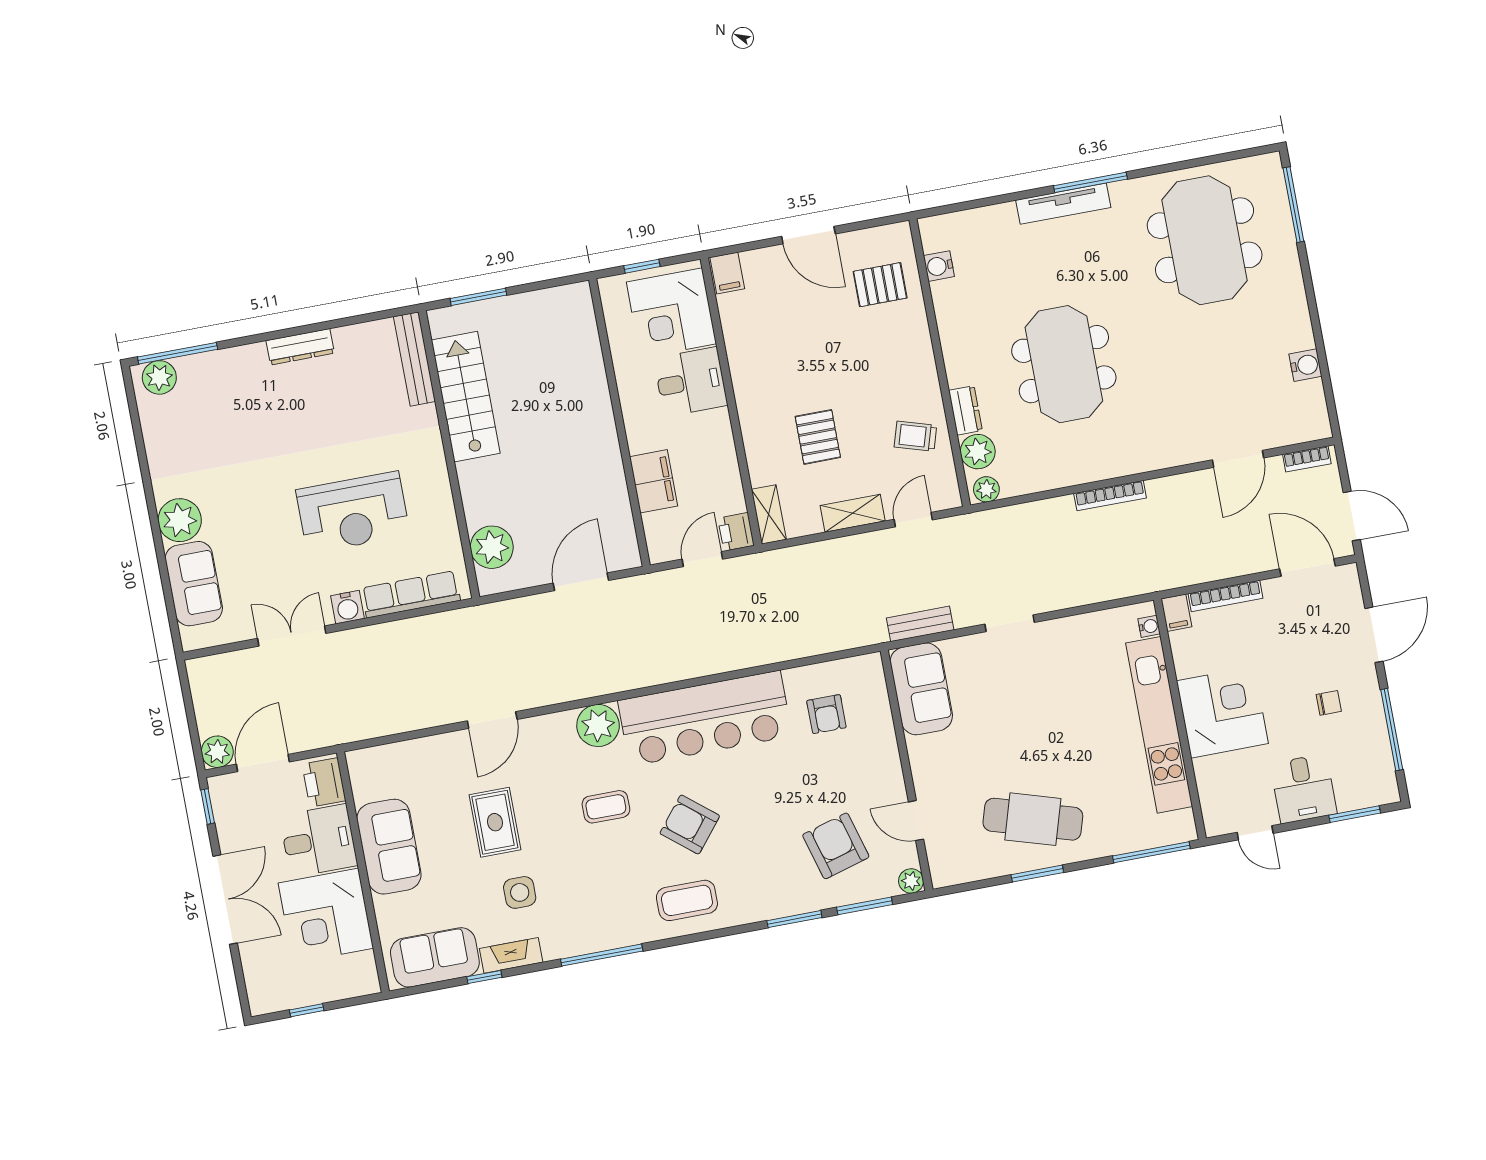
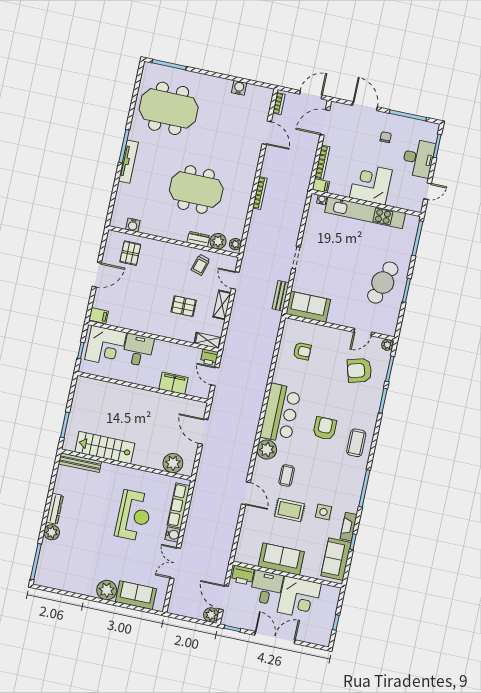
plant: (159, 377) -> (52, 532), moved
bar counter: (705, 718) -> (280, 413), width x0.73
desk: (1304, 789) -> (418, 158), width x1.37
coffee table: (606, 807) -> (287, 476), moved
armchair: (690, 825) -> (325, 428), turned 141

